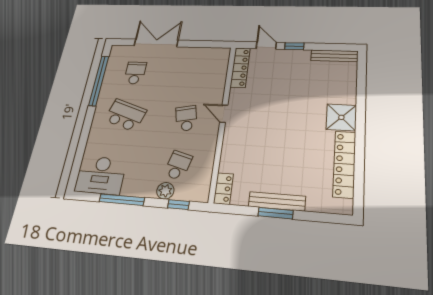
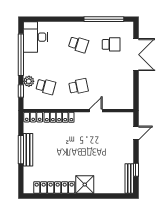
window: (294, 46) -> (136, 170), moved
locker: (240, 68) -> (59, 117), moved
door: (224, 114) -> (96, 111), moved
school desk: (125, 115) -> (78, 44), width x0.54
window: (122, 200) -> (21, 55), width x1.46
window: (276, 213) -> (21, 150), width x1.44

